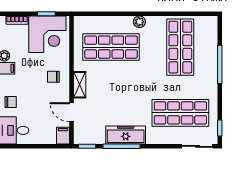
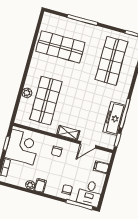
plant: (139, 22) -> (27, 93), moved
freezer: (126, 135) -> (114, 118), moved
filing cabinet: (63, 136) -> (101, 167), moved

